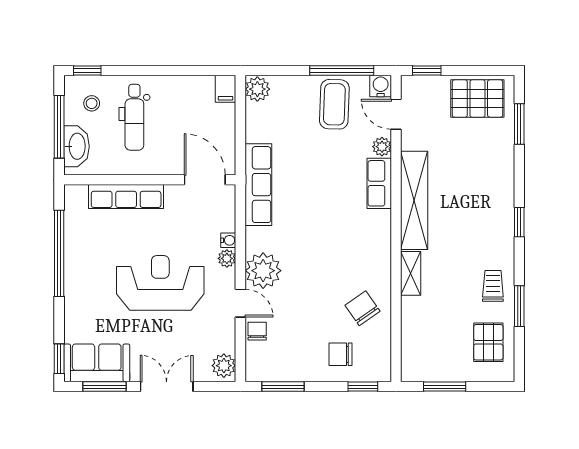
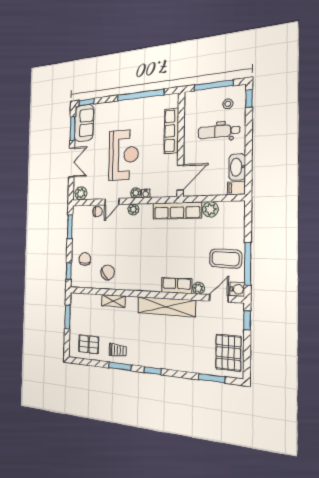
plant: (257, 89) -> (210, 209), moved
washbasin: (76, 146) -> (237, 167), moved, turned 90
plant: (263, 271) -> (133, 209), width x0.53, depth x0.53
shelving: (411, 273) -> (113, 301), moved
window: (519, 306) -> (120, 366), moved

